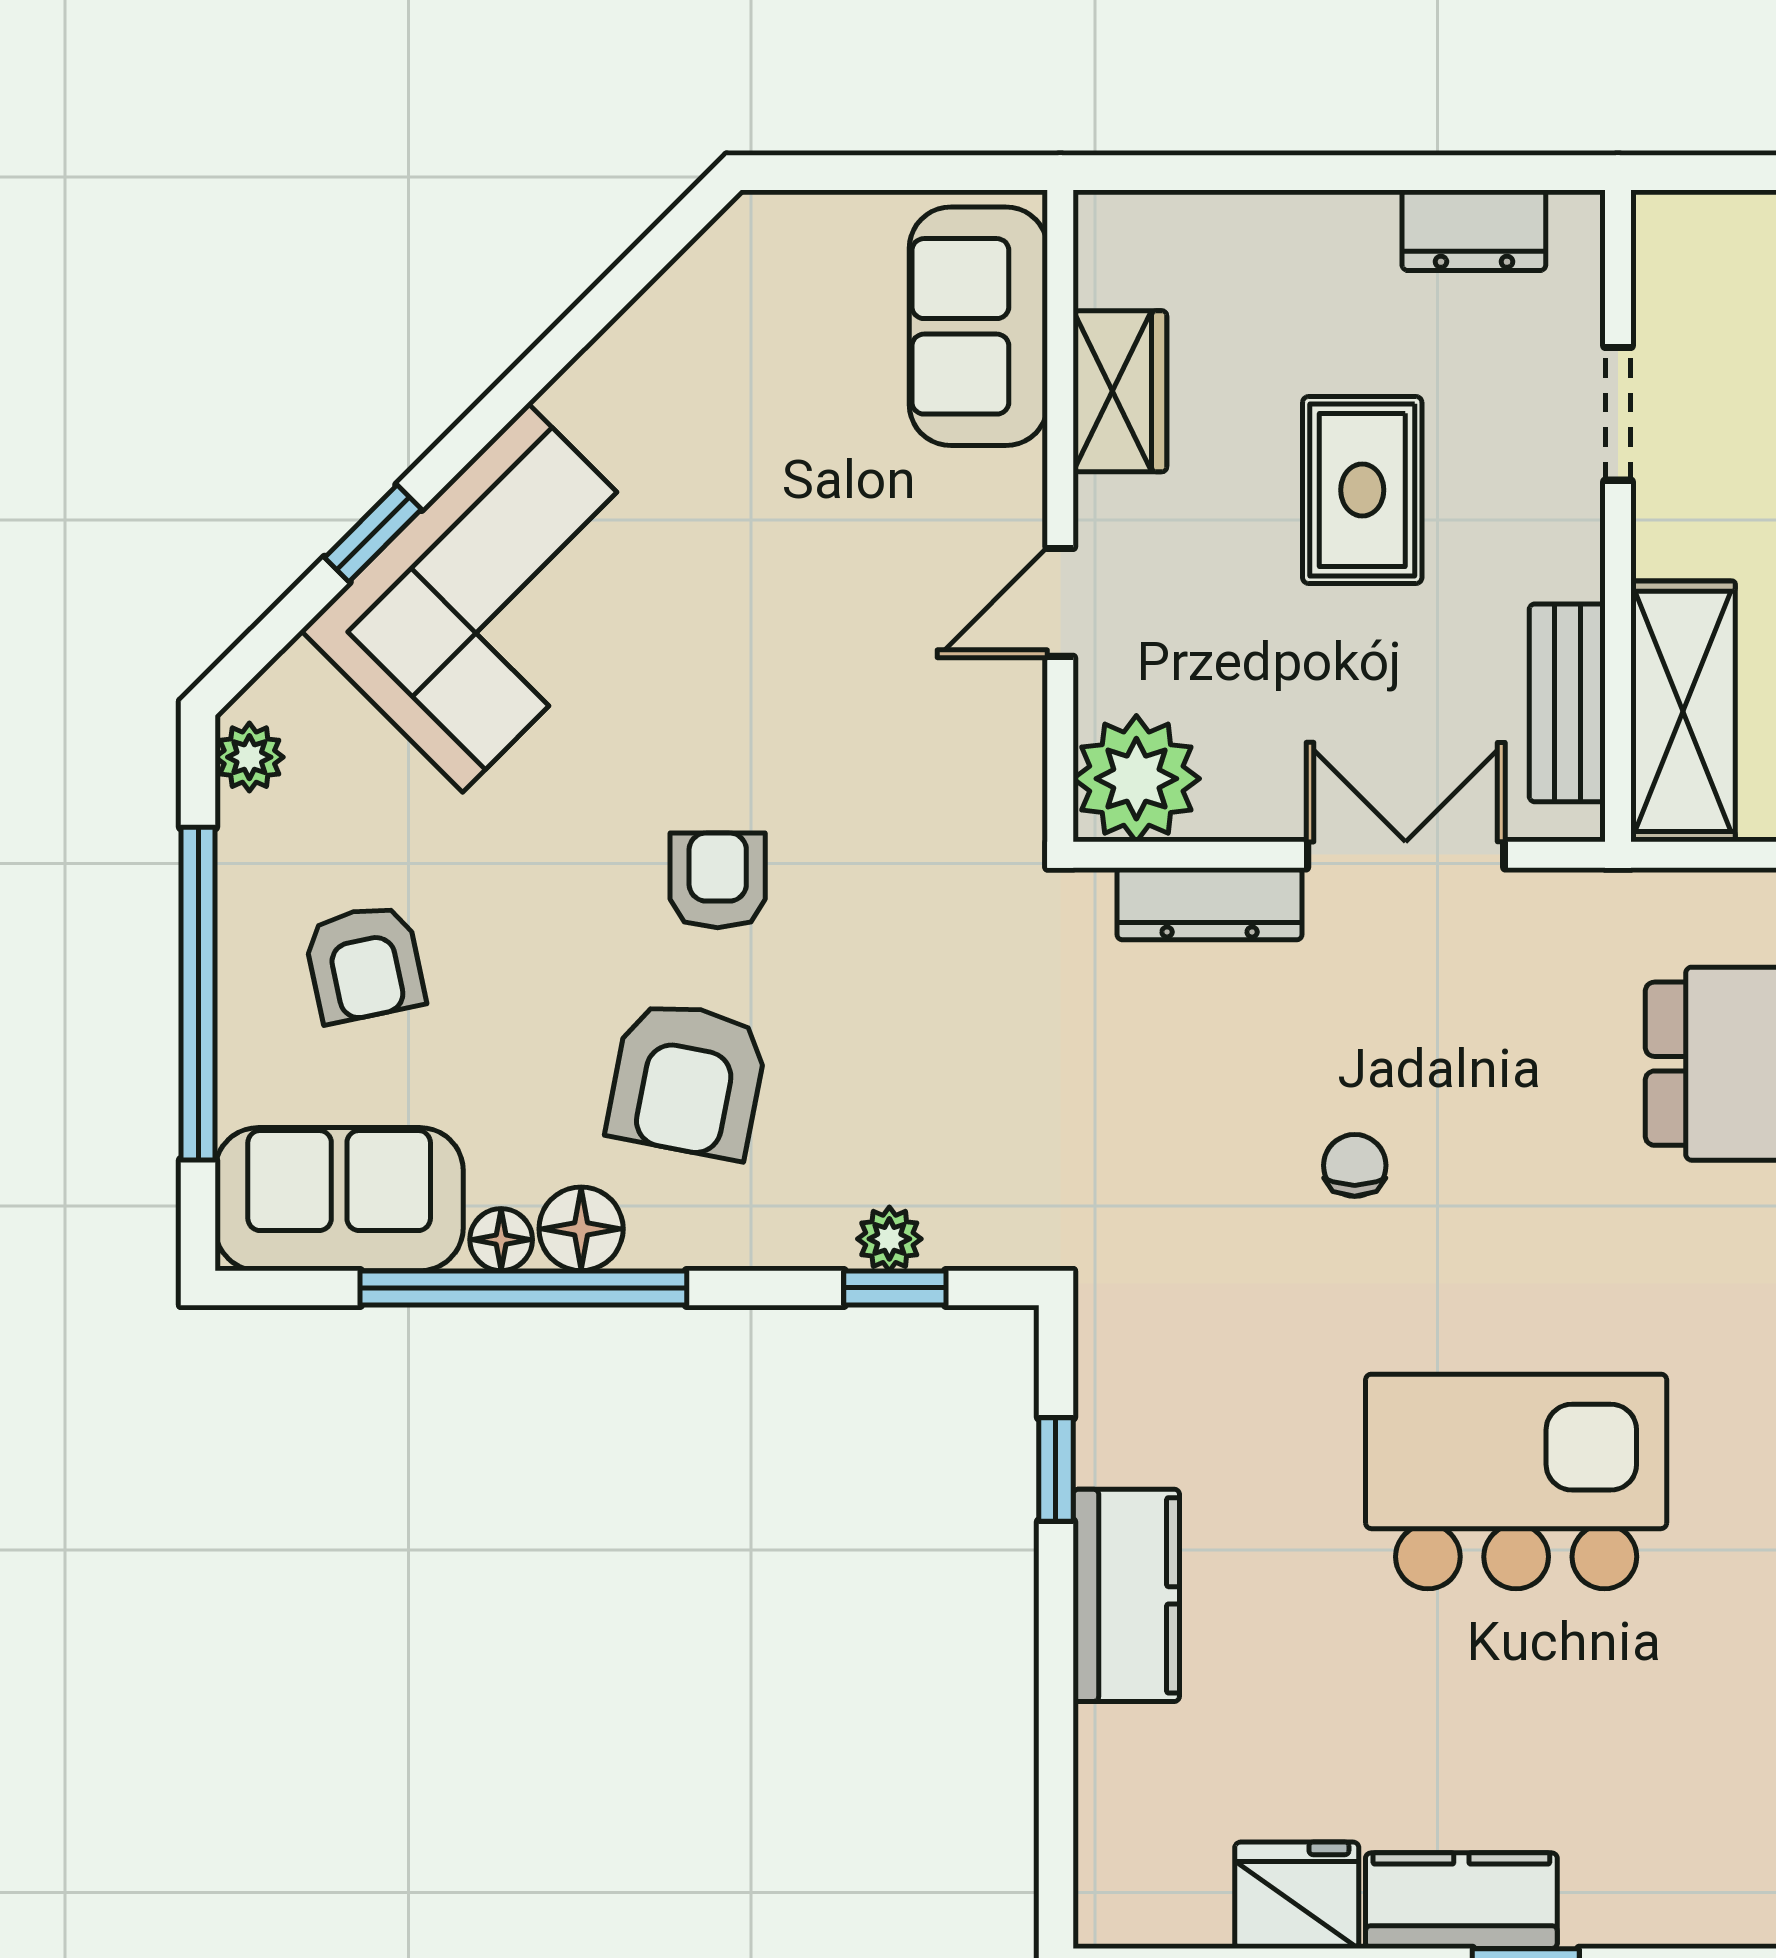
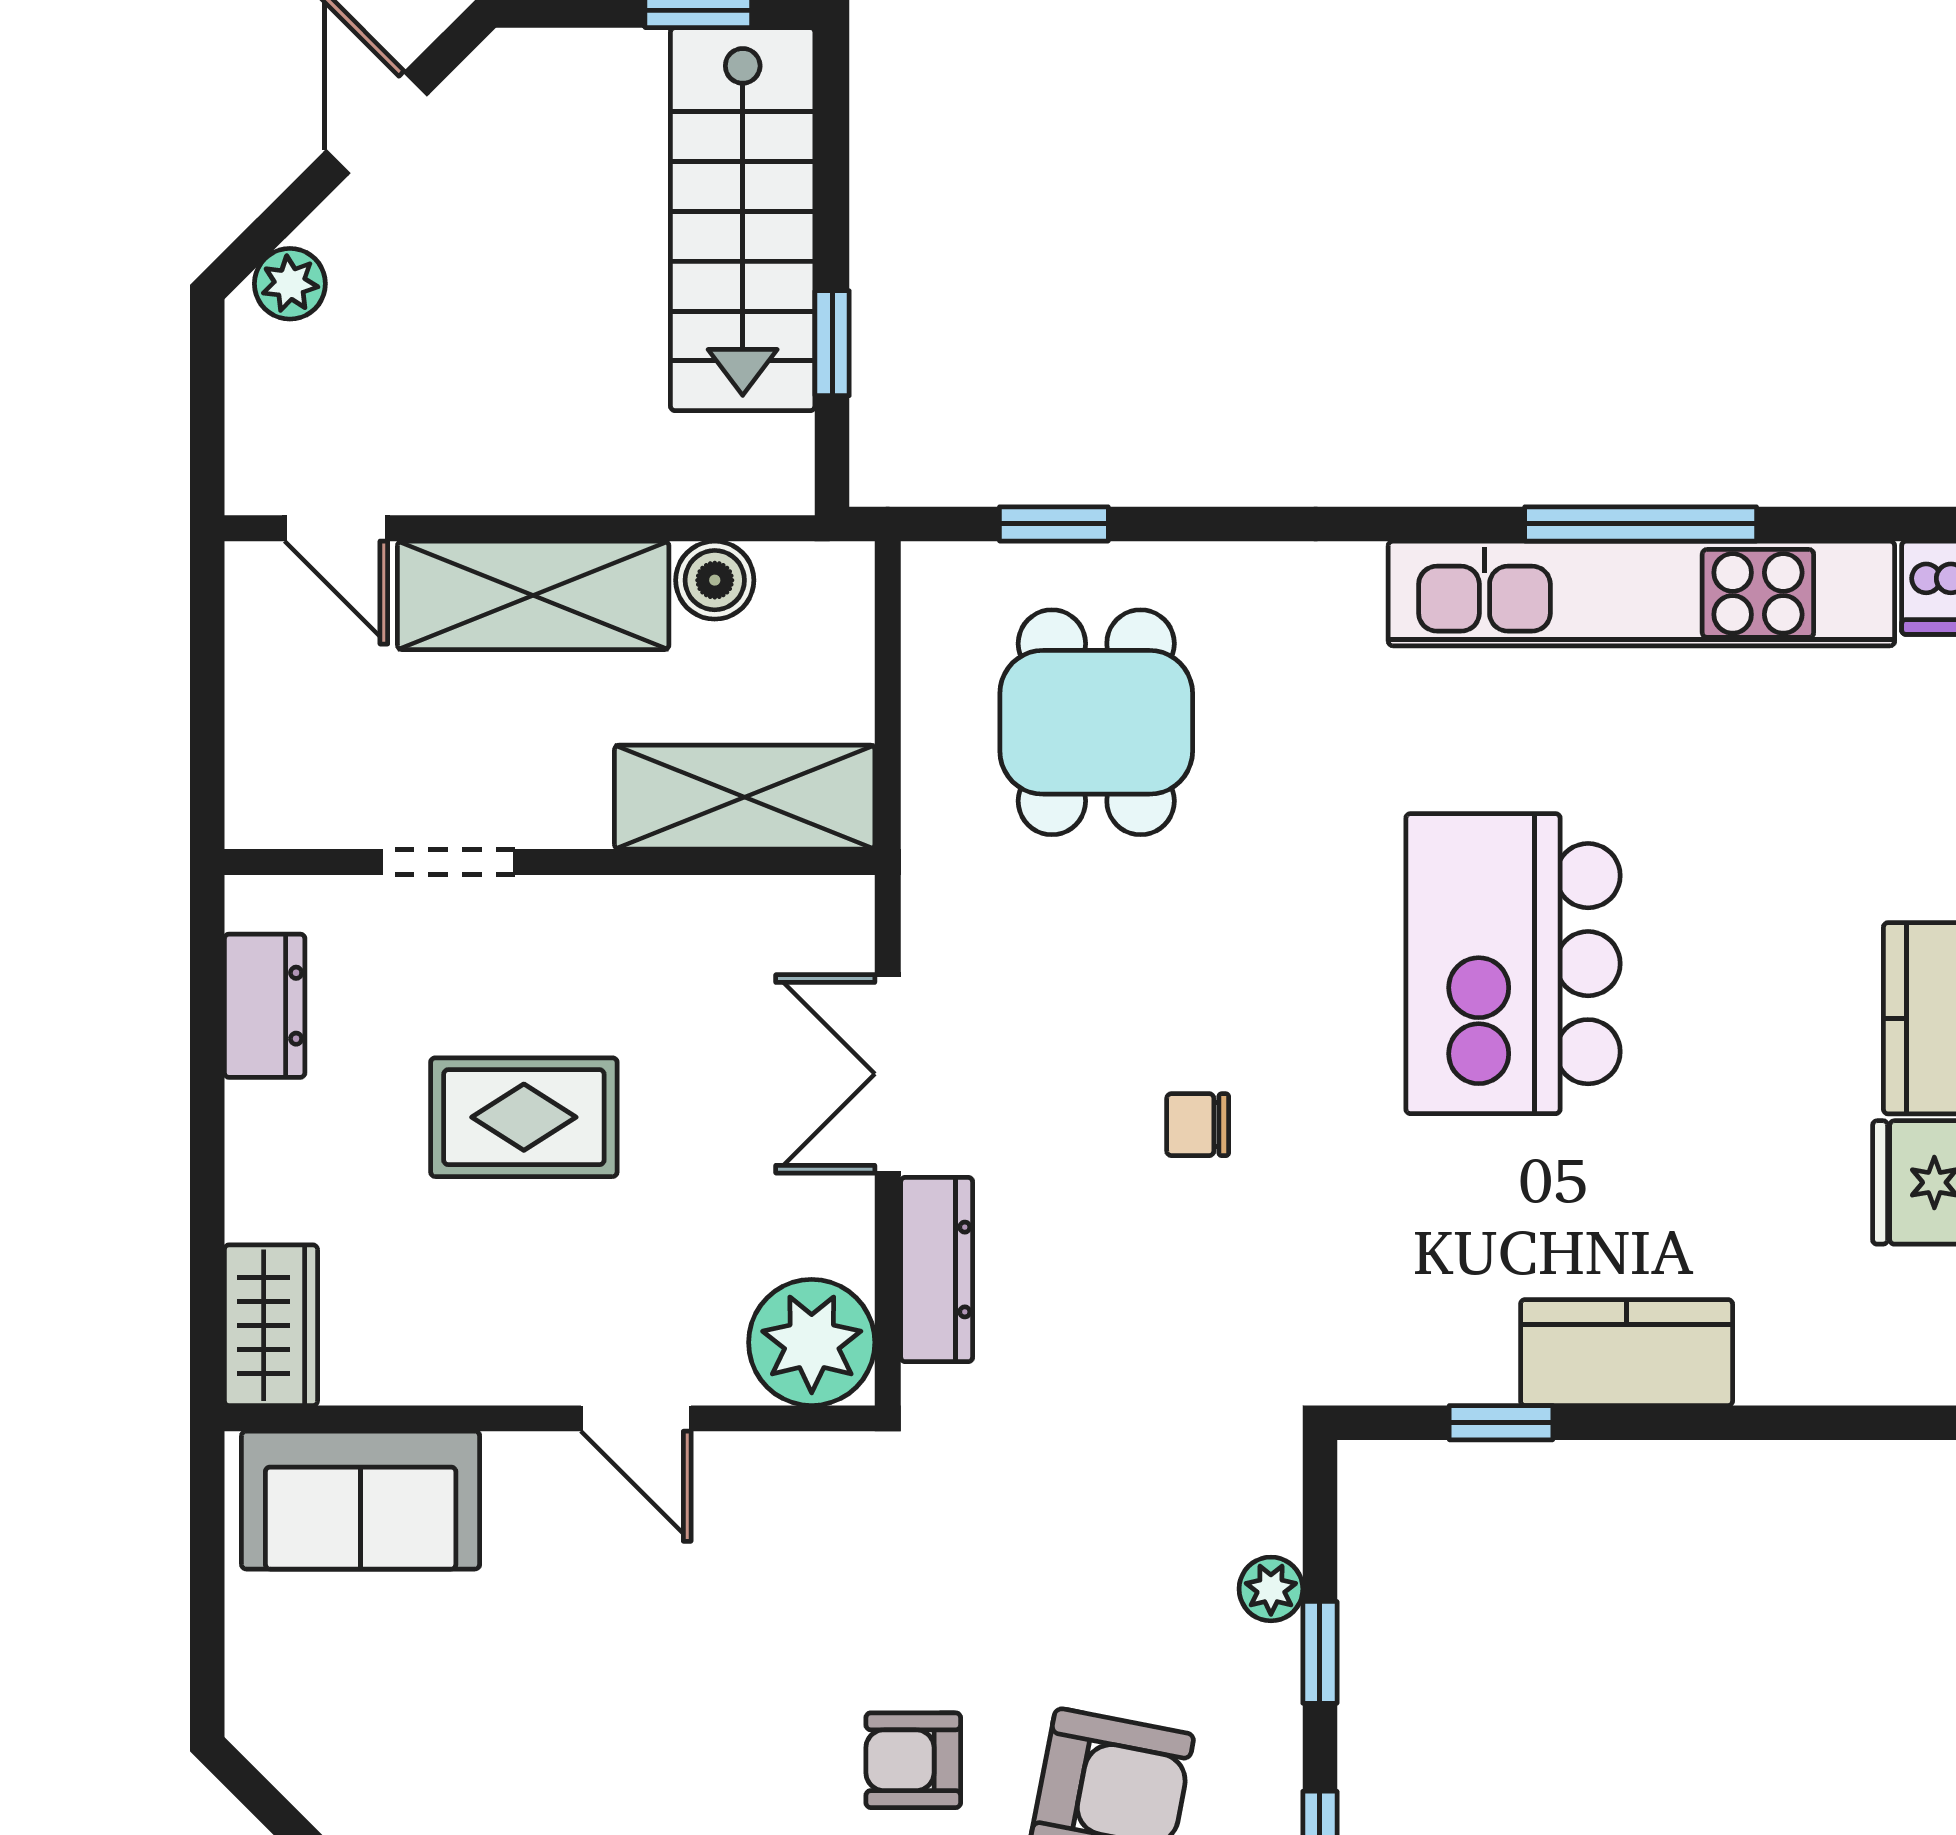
wardrobe: (1120, 391) -> (271, 1325), moved, turned 90
bench: (1567, 703) -> (736, 913), removed
window: (895, 1288) -> (1320, 1652), moved

